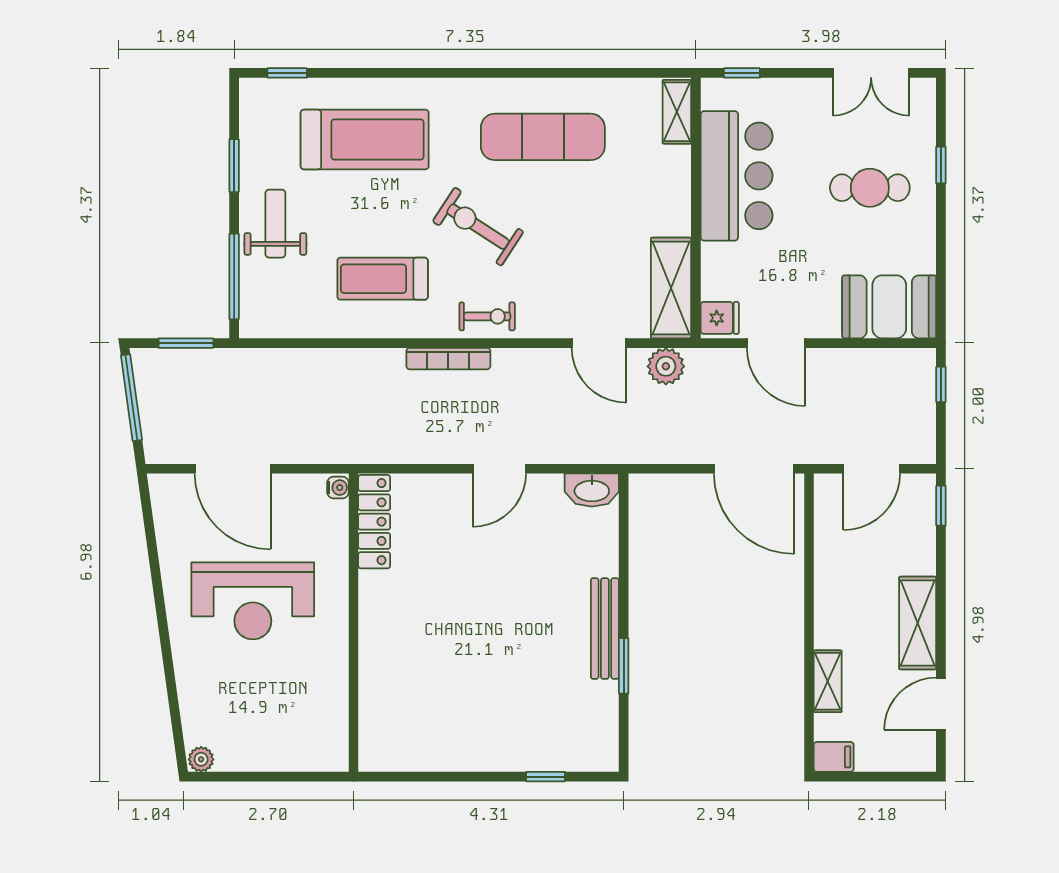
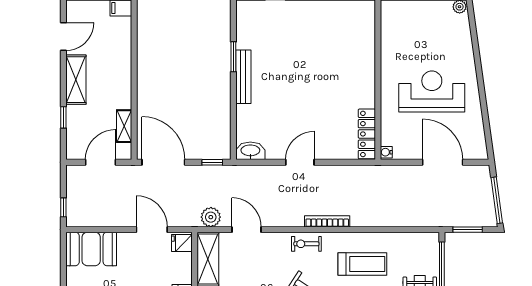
window: (663, 469) -> (212, 162), added
window: (941, 506) -> (63, 117), moved
shelving: (828, 681) -> (124, 126), moved

